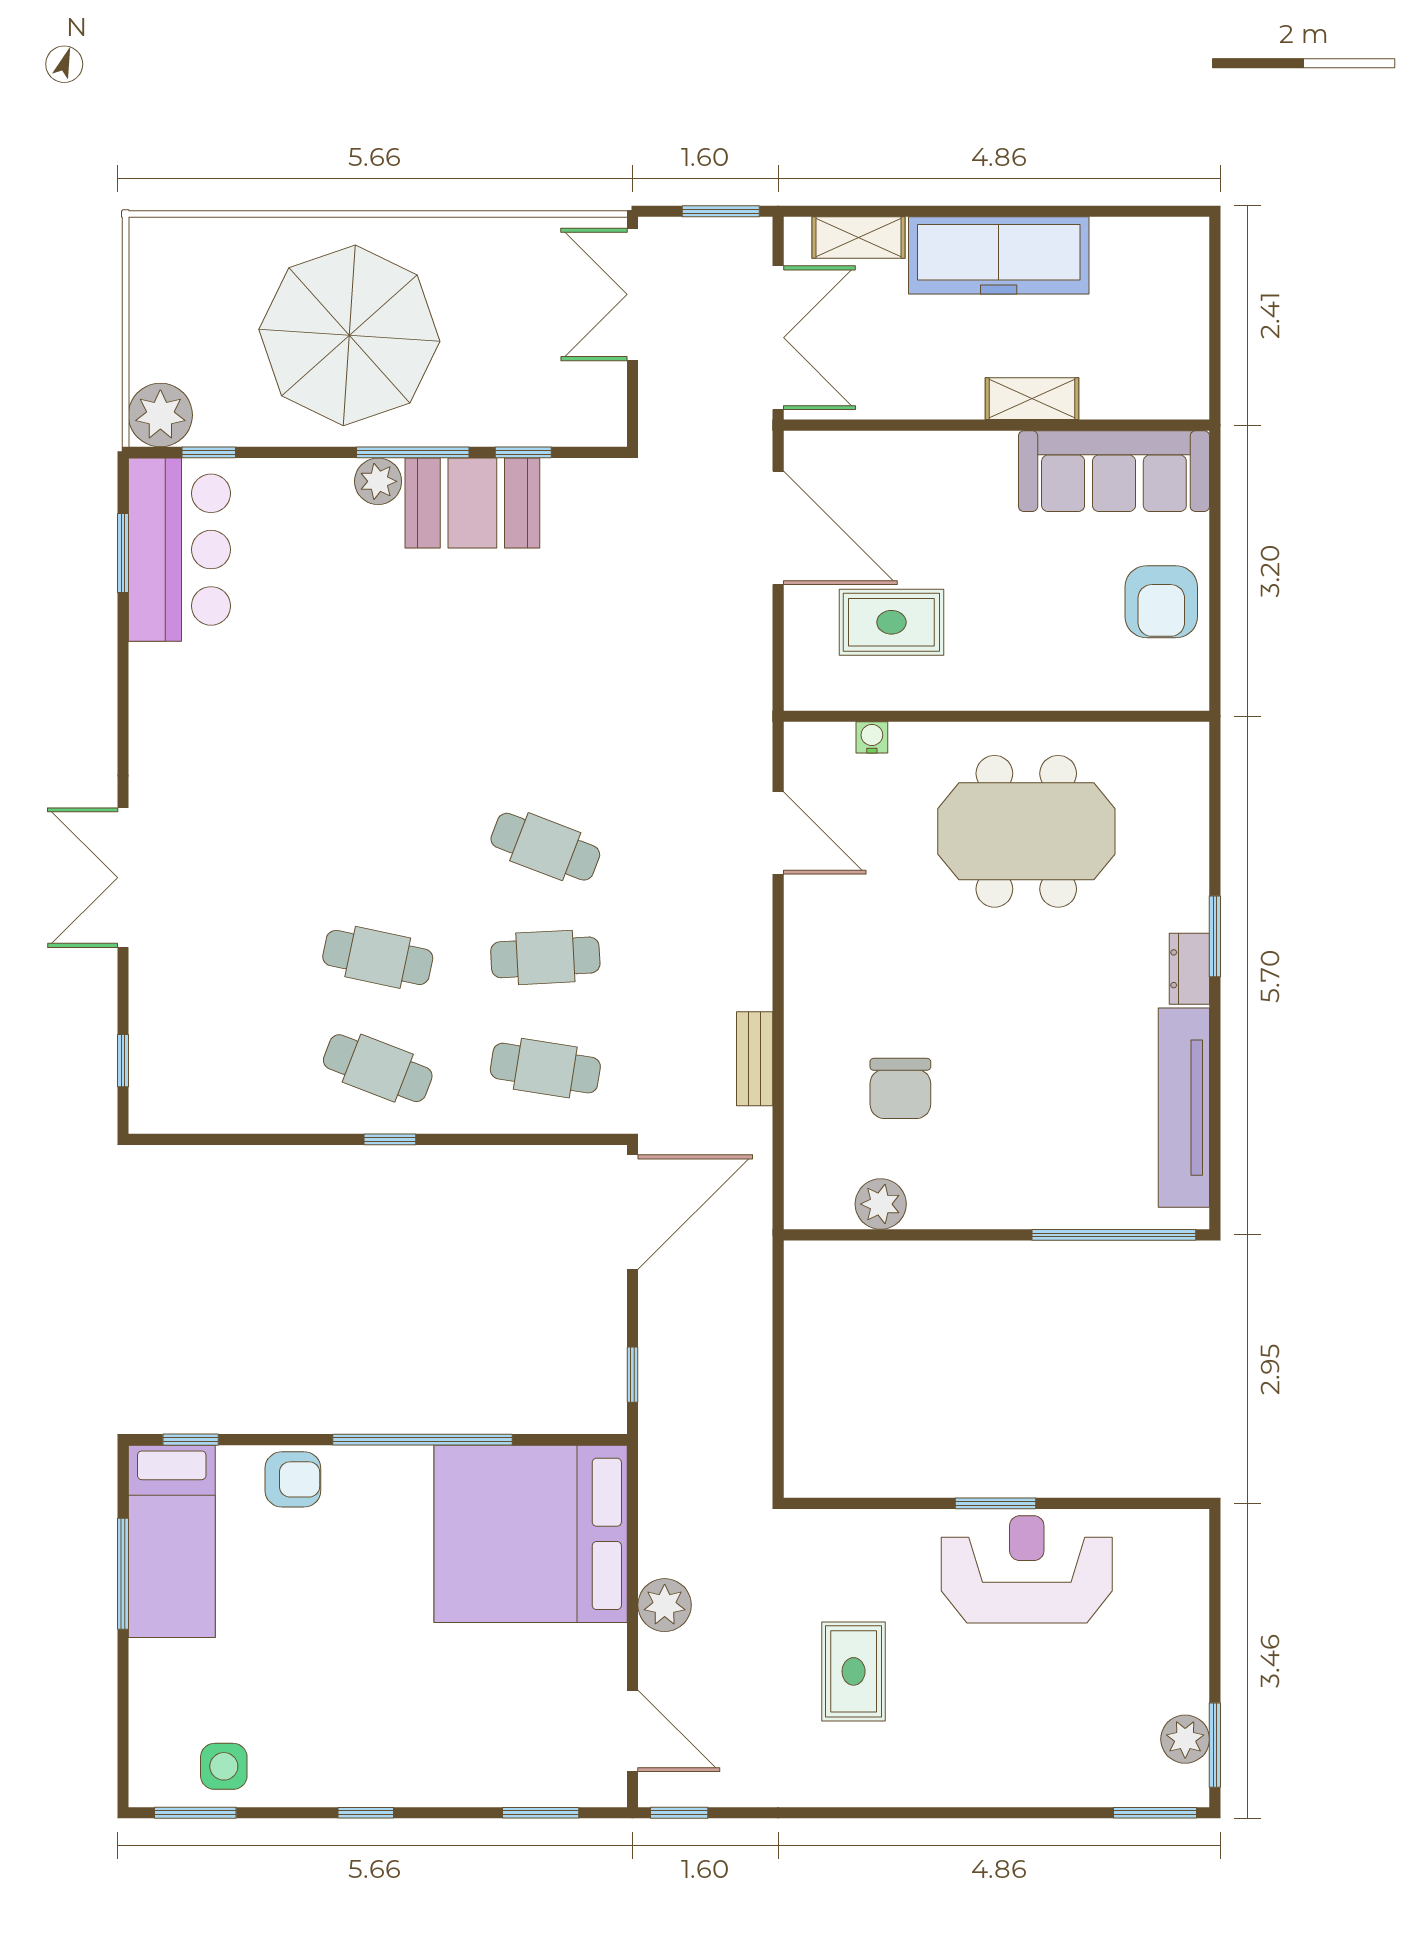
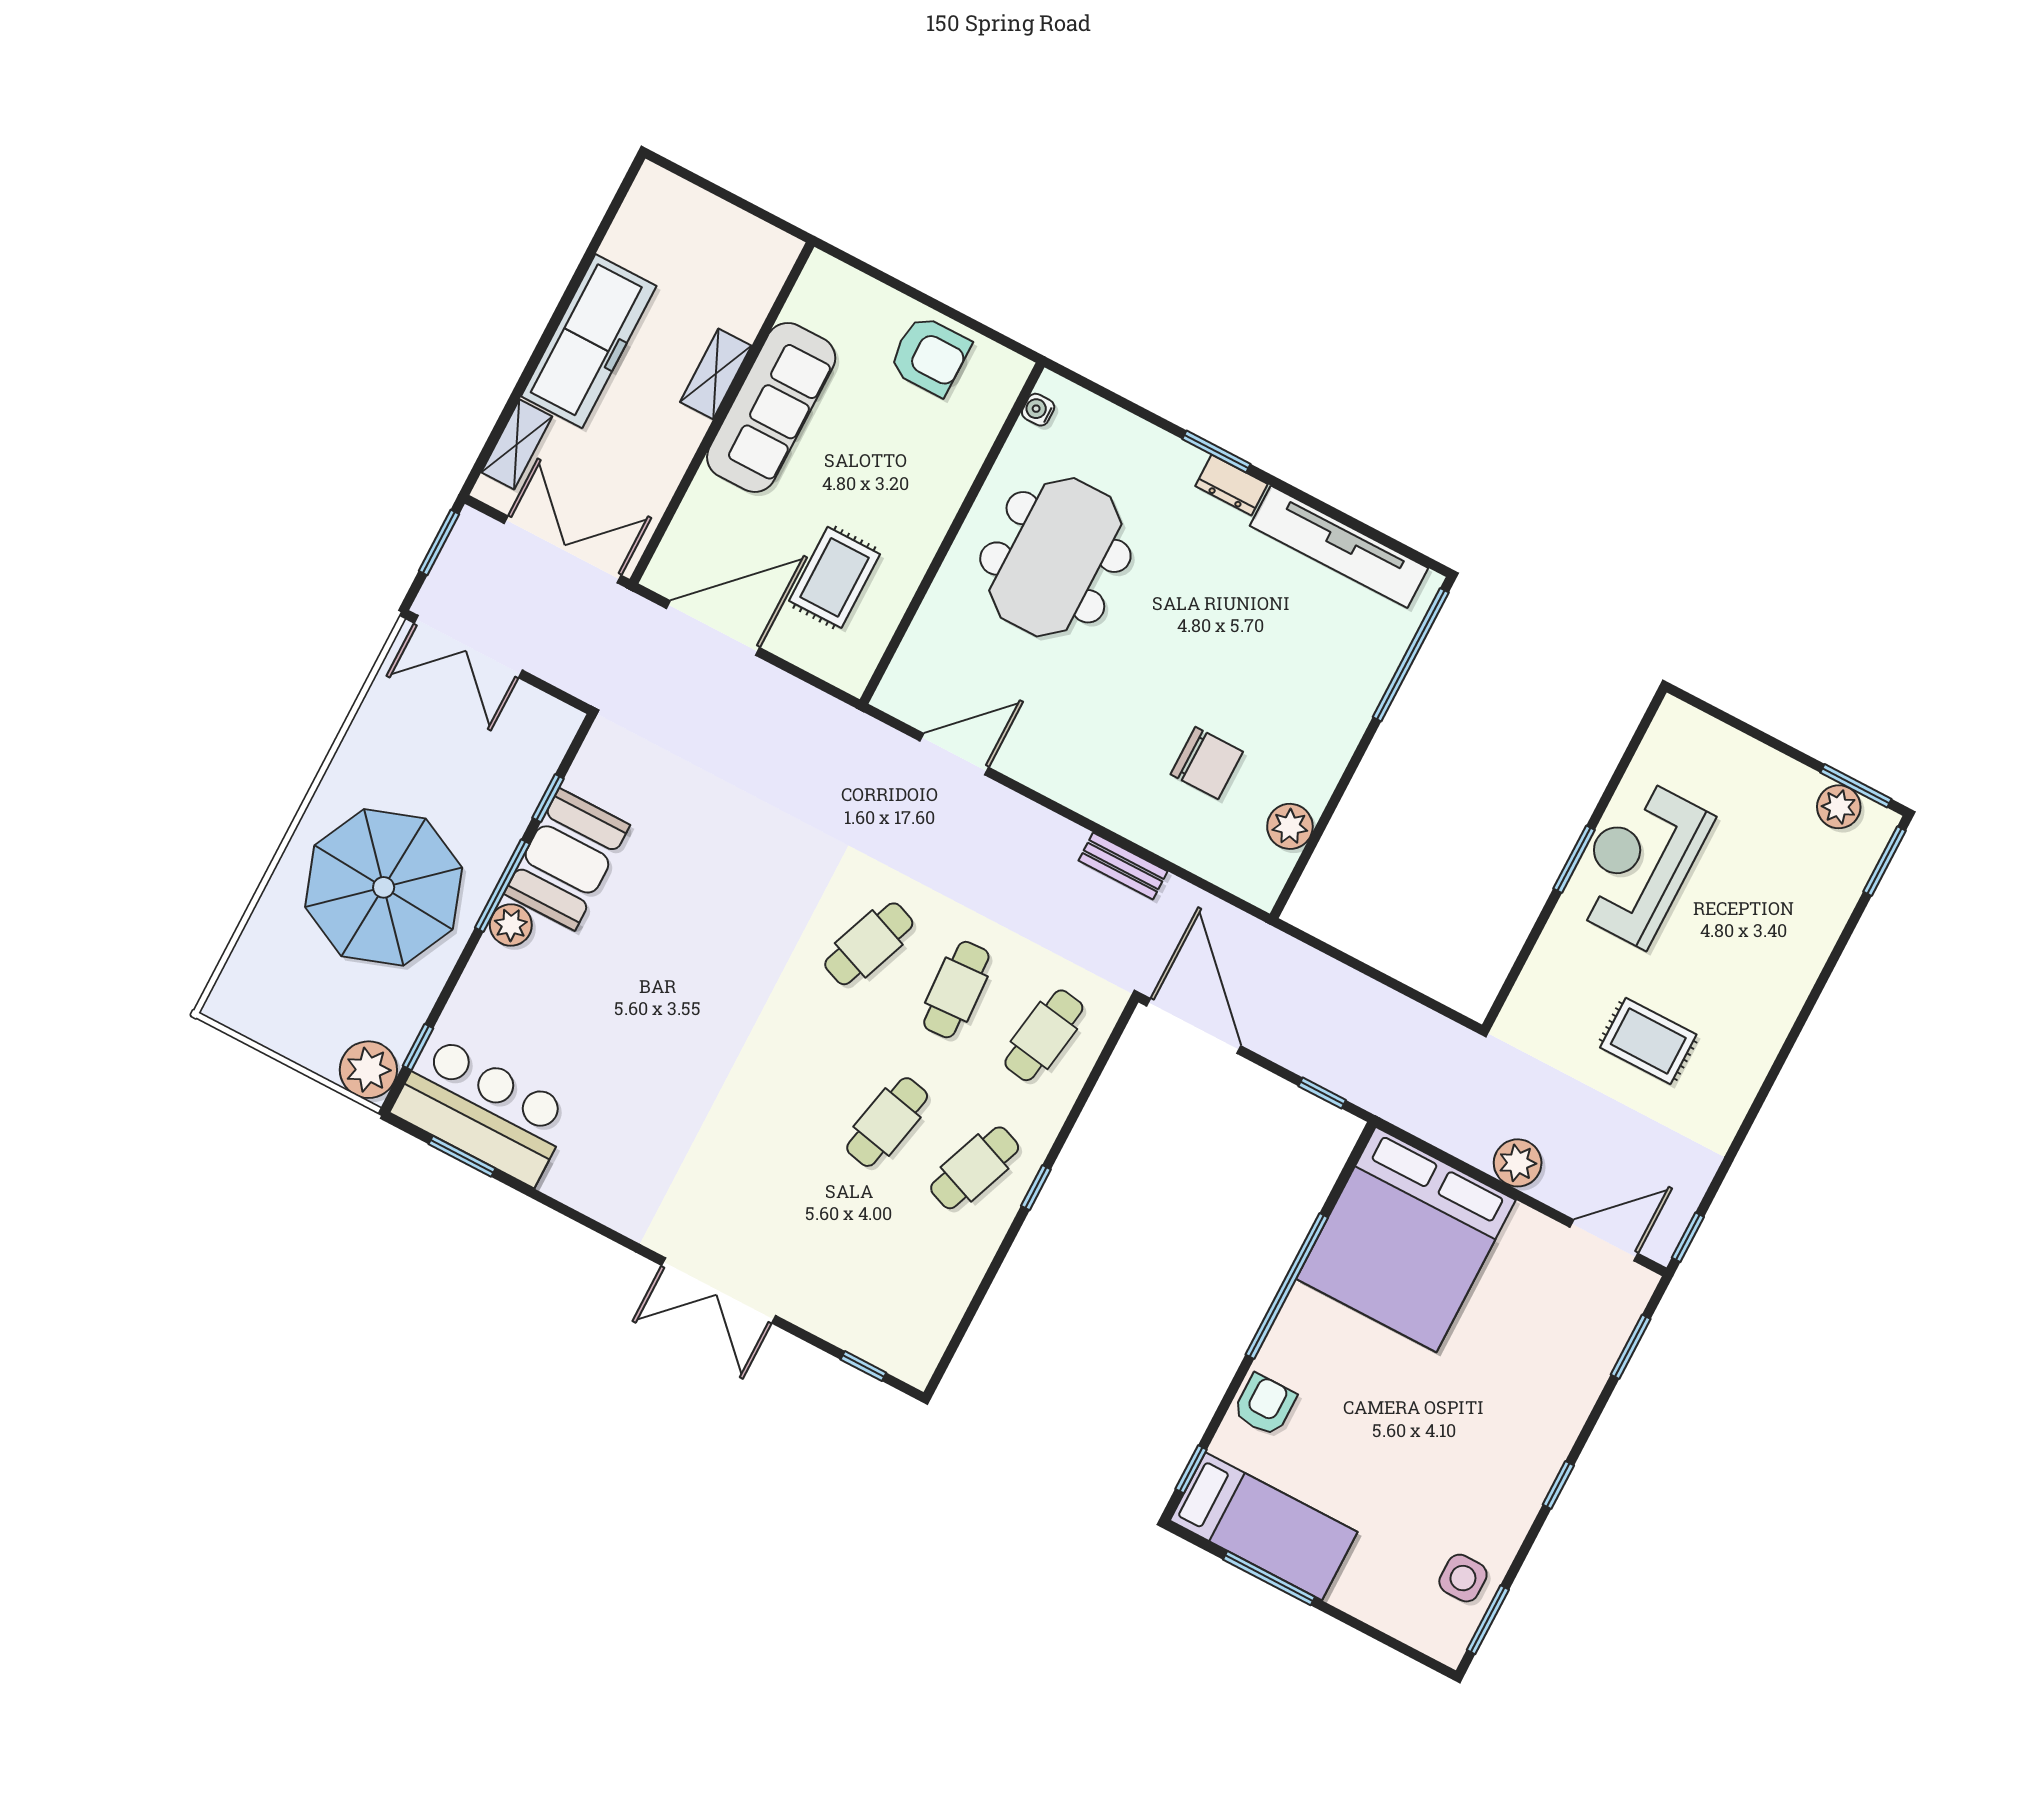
sofa: (1114, 471) -> (771, 407), moved
water cooler: (872, 737) -> (1038, 410), moved

